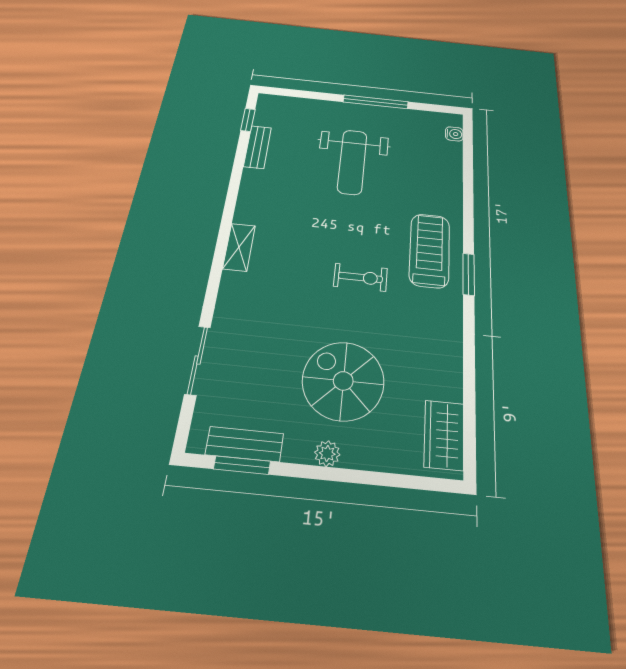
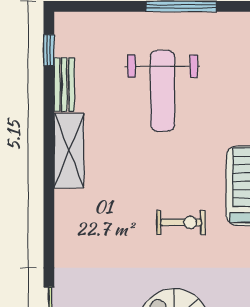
shelving: (239, 247) -> (69, 151), moved, width x1.50, depth x1.33

